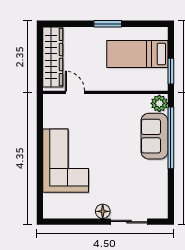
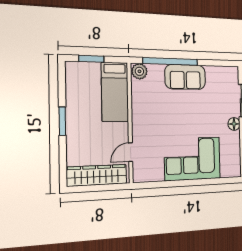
bed: (137, 54) -> (115, 92), moved
window: (171, 71) -> (91, 59), moved
sofa: (154, 136) -> (185, 77), moved

